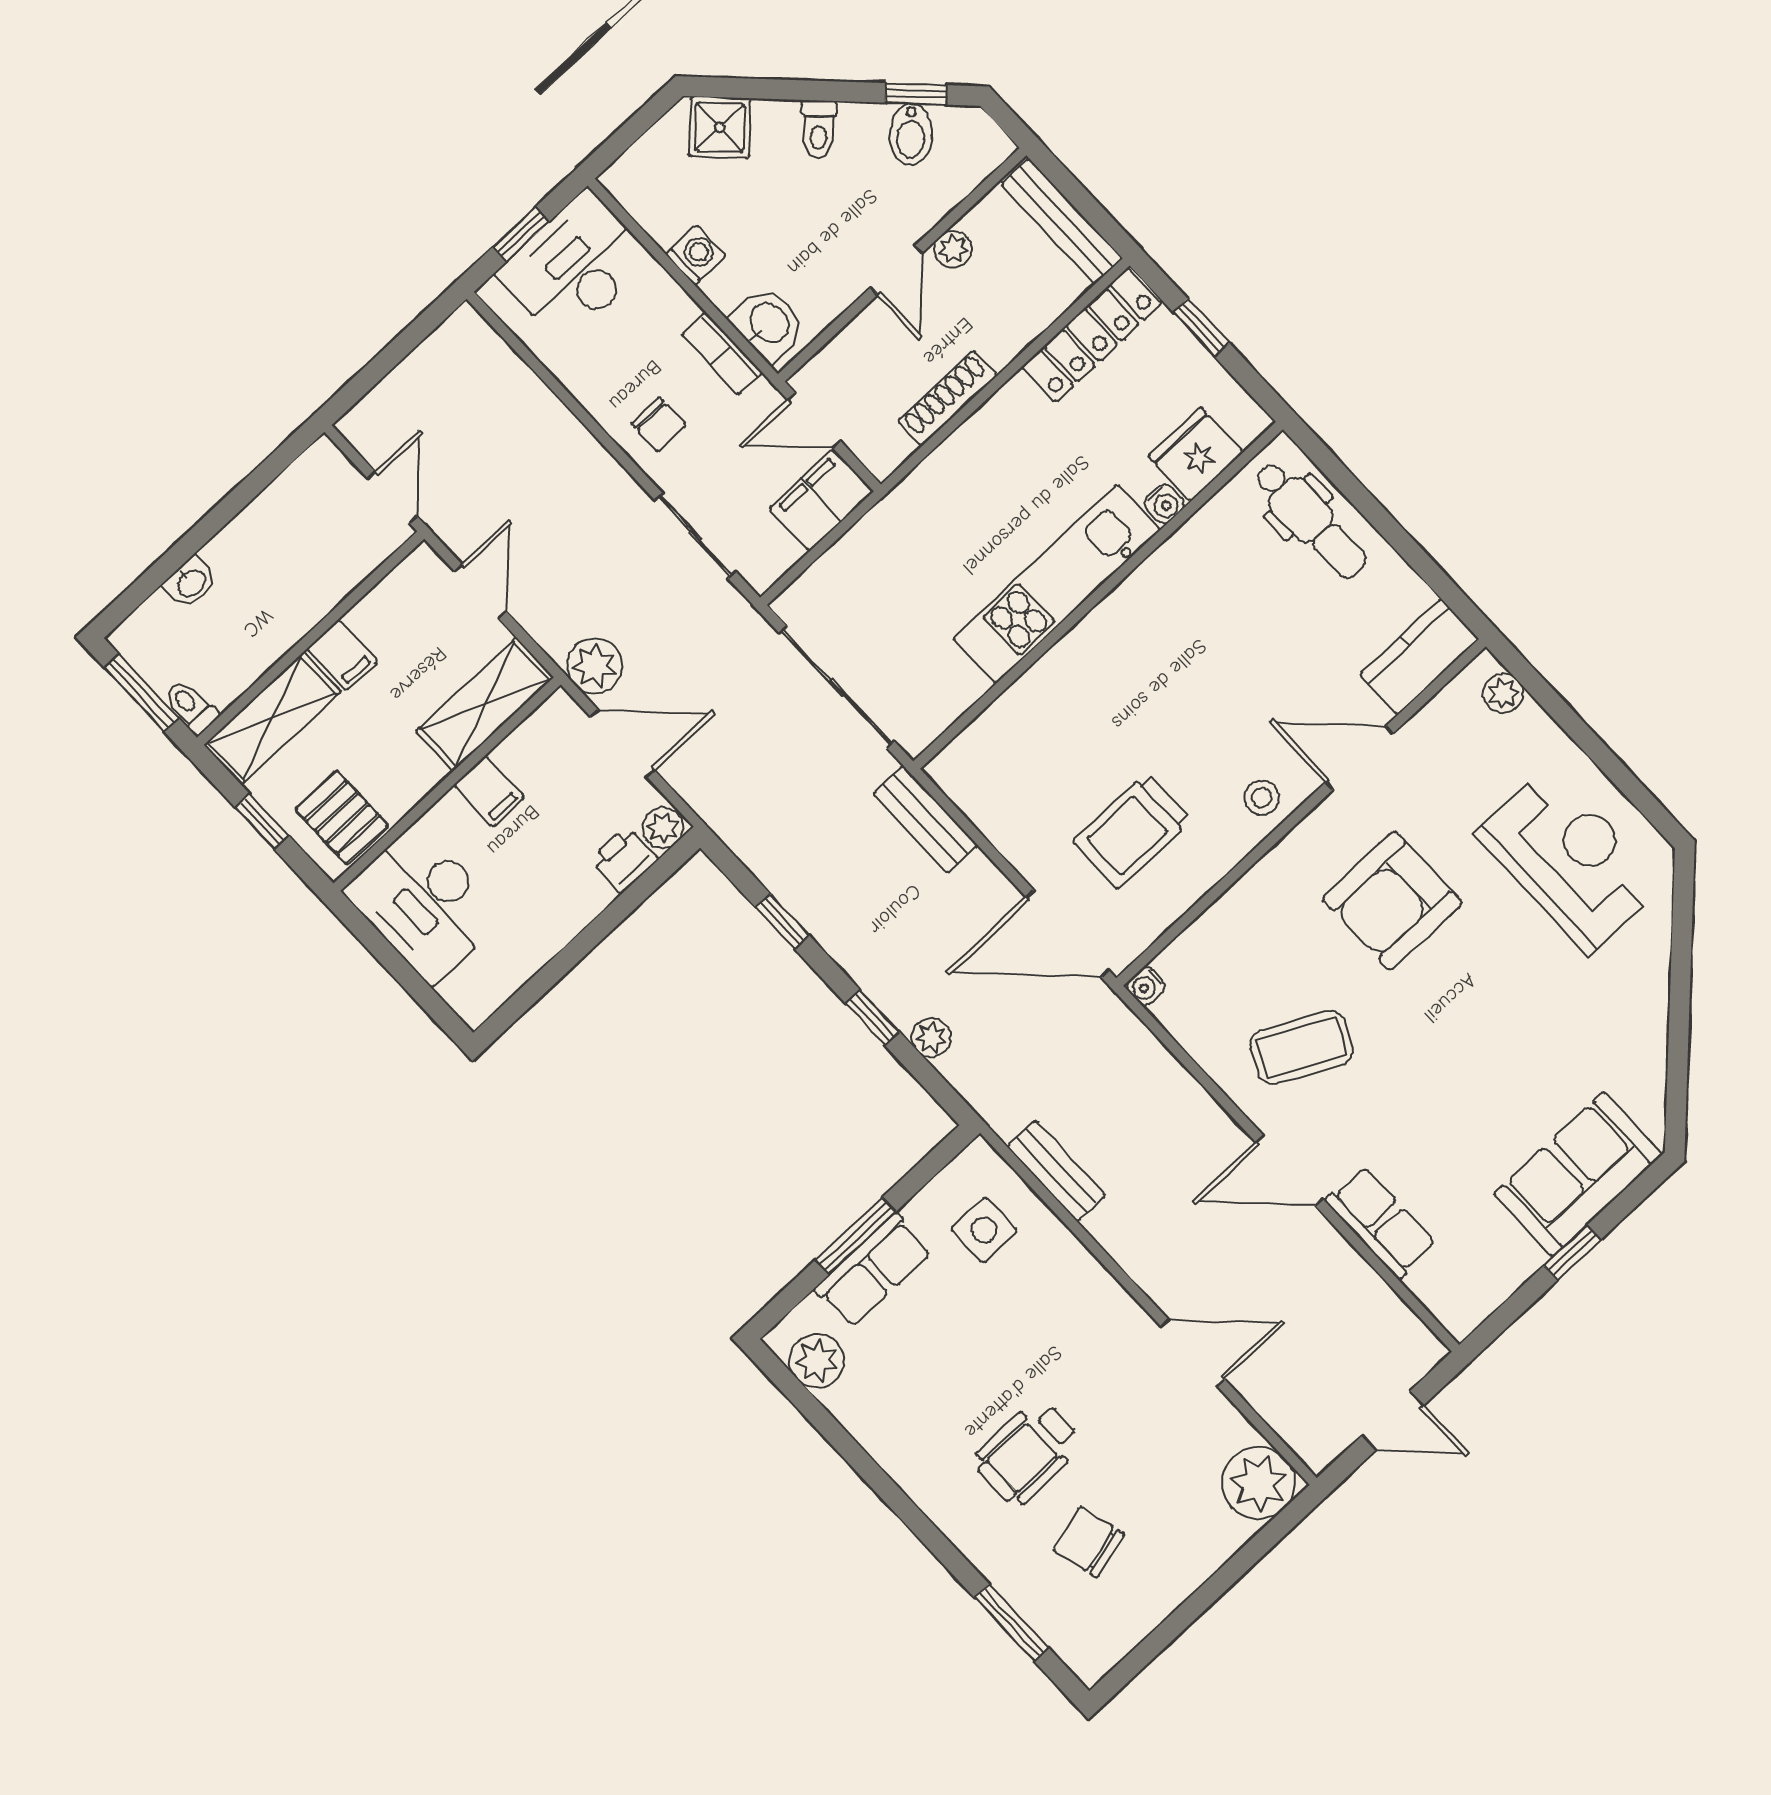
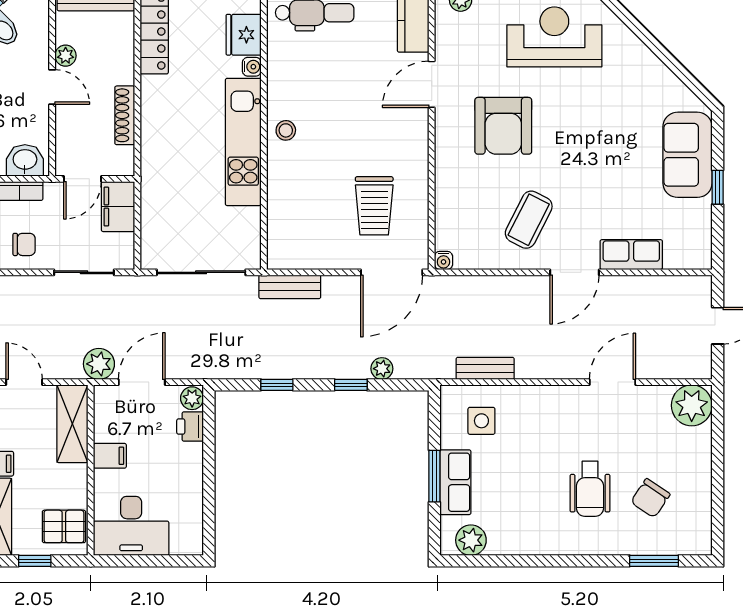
stool: (1262, 798) -> (286, 130), moved
chair: (1089, 1542) -> (650, 498), turned -41

